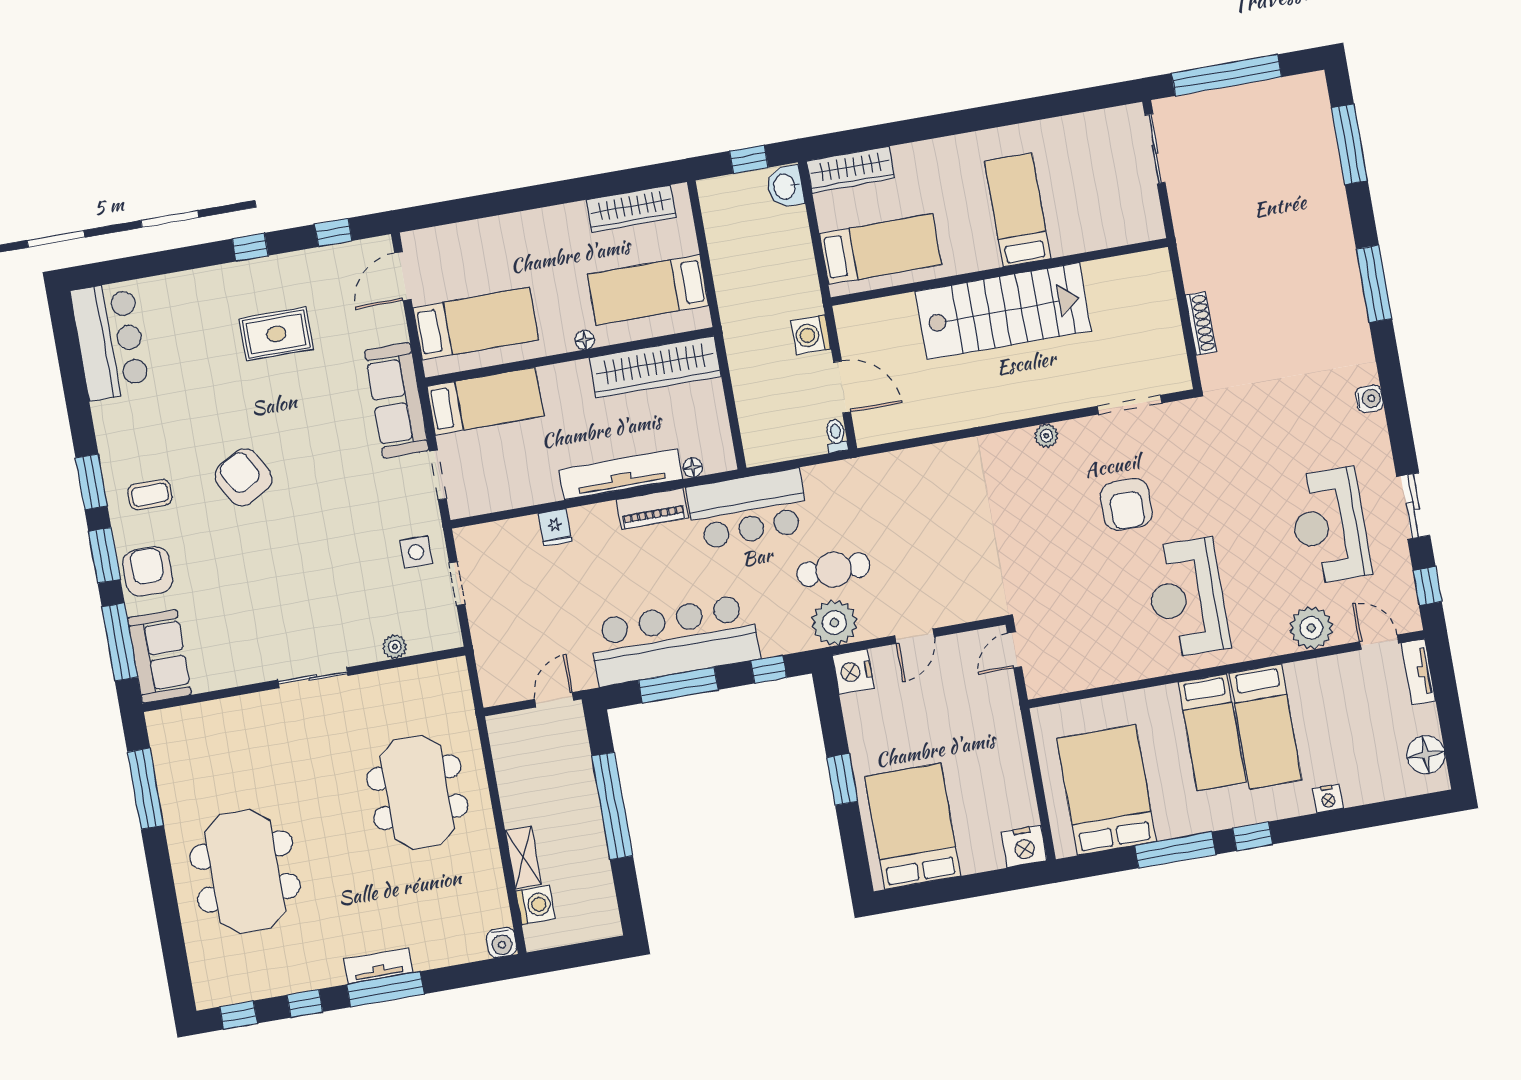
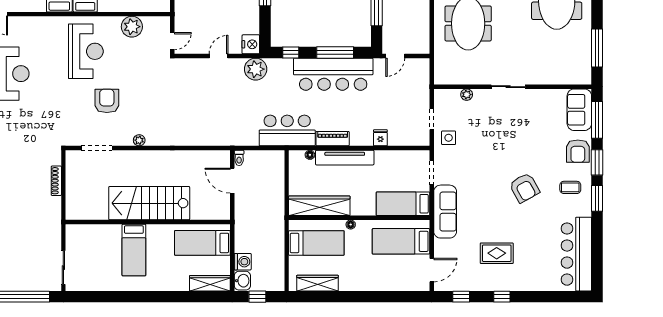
washing machine: (811, 335) -> (243, 262), moved
bar counter: (110, 341) -> (576, 254), width x1.36
cafe table: (834, 570) -> (252, 94), removed
plant: (1311, 628) -> (132, 27), moved

